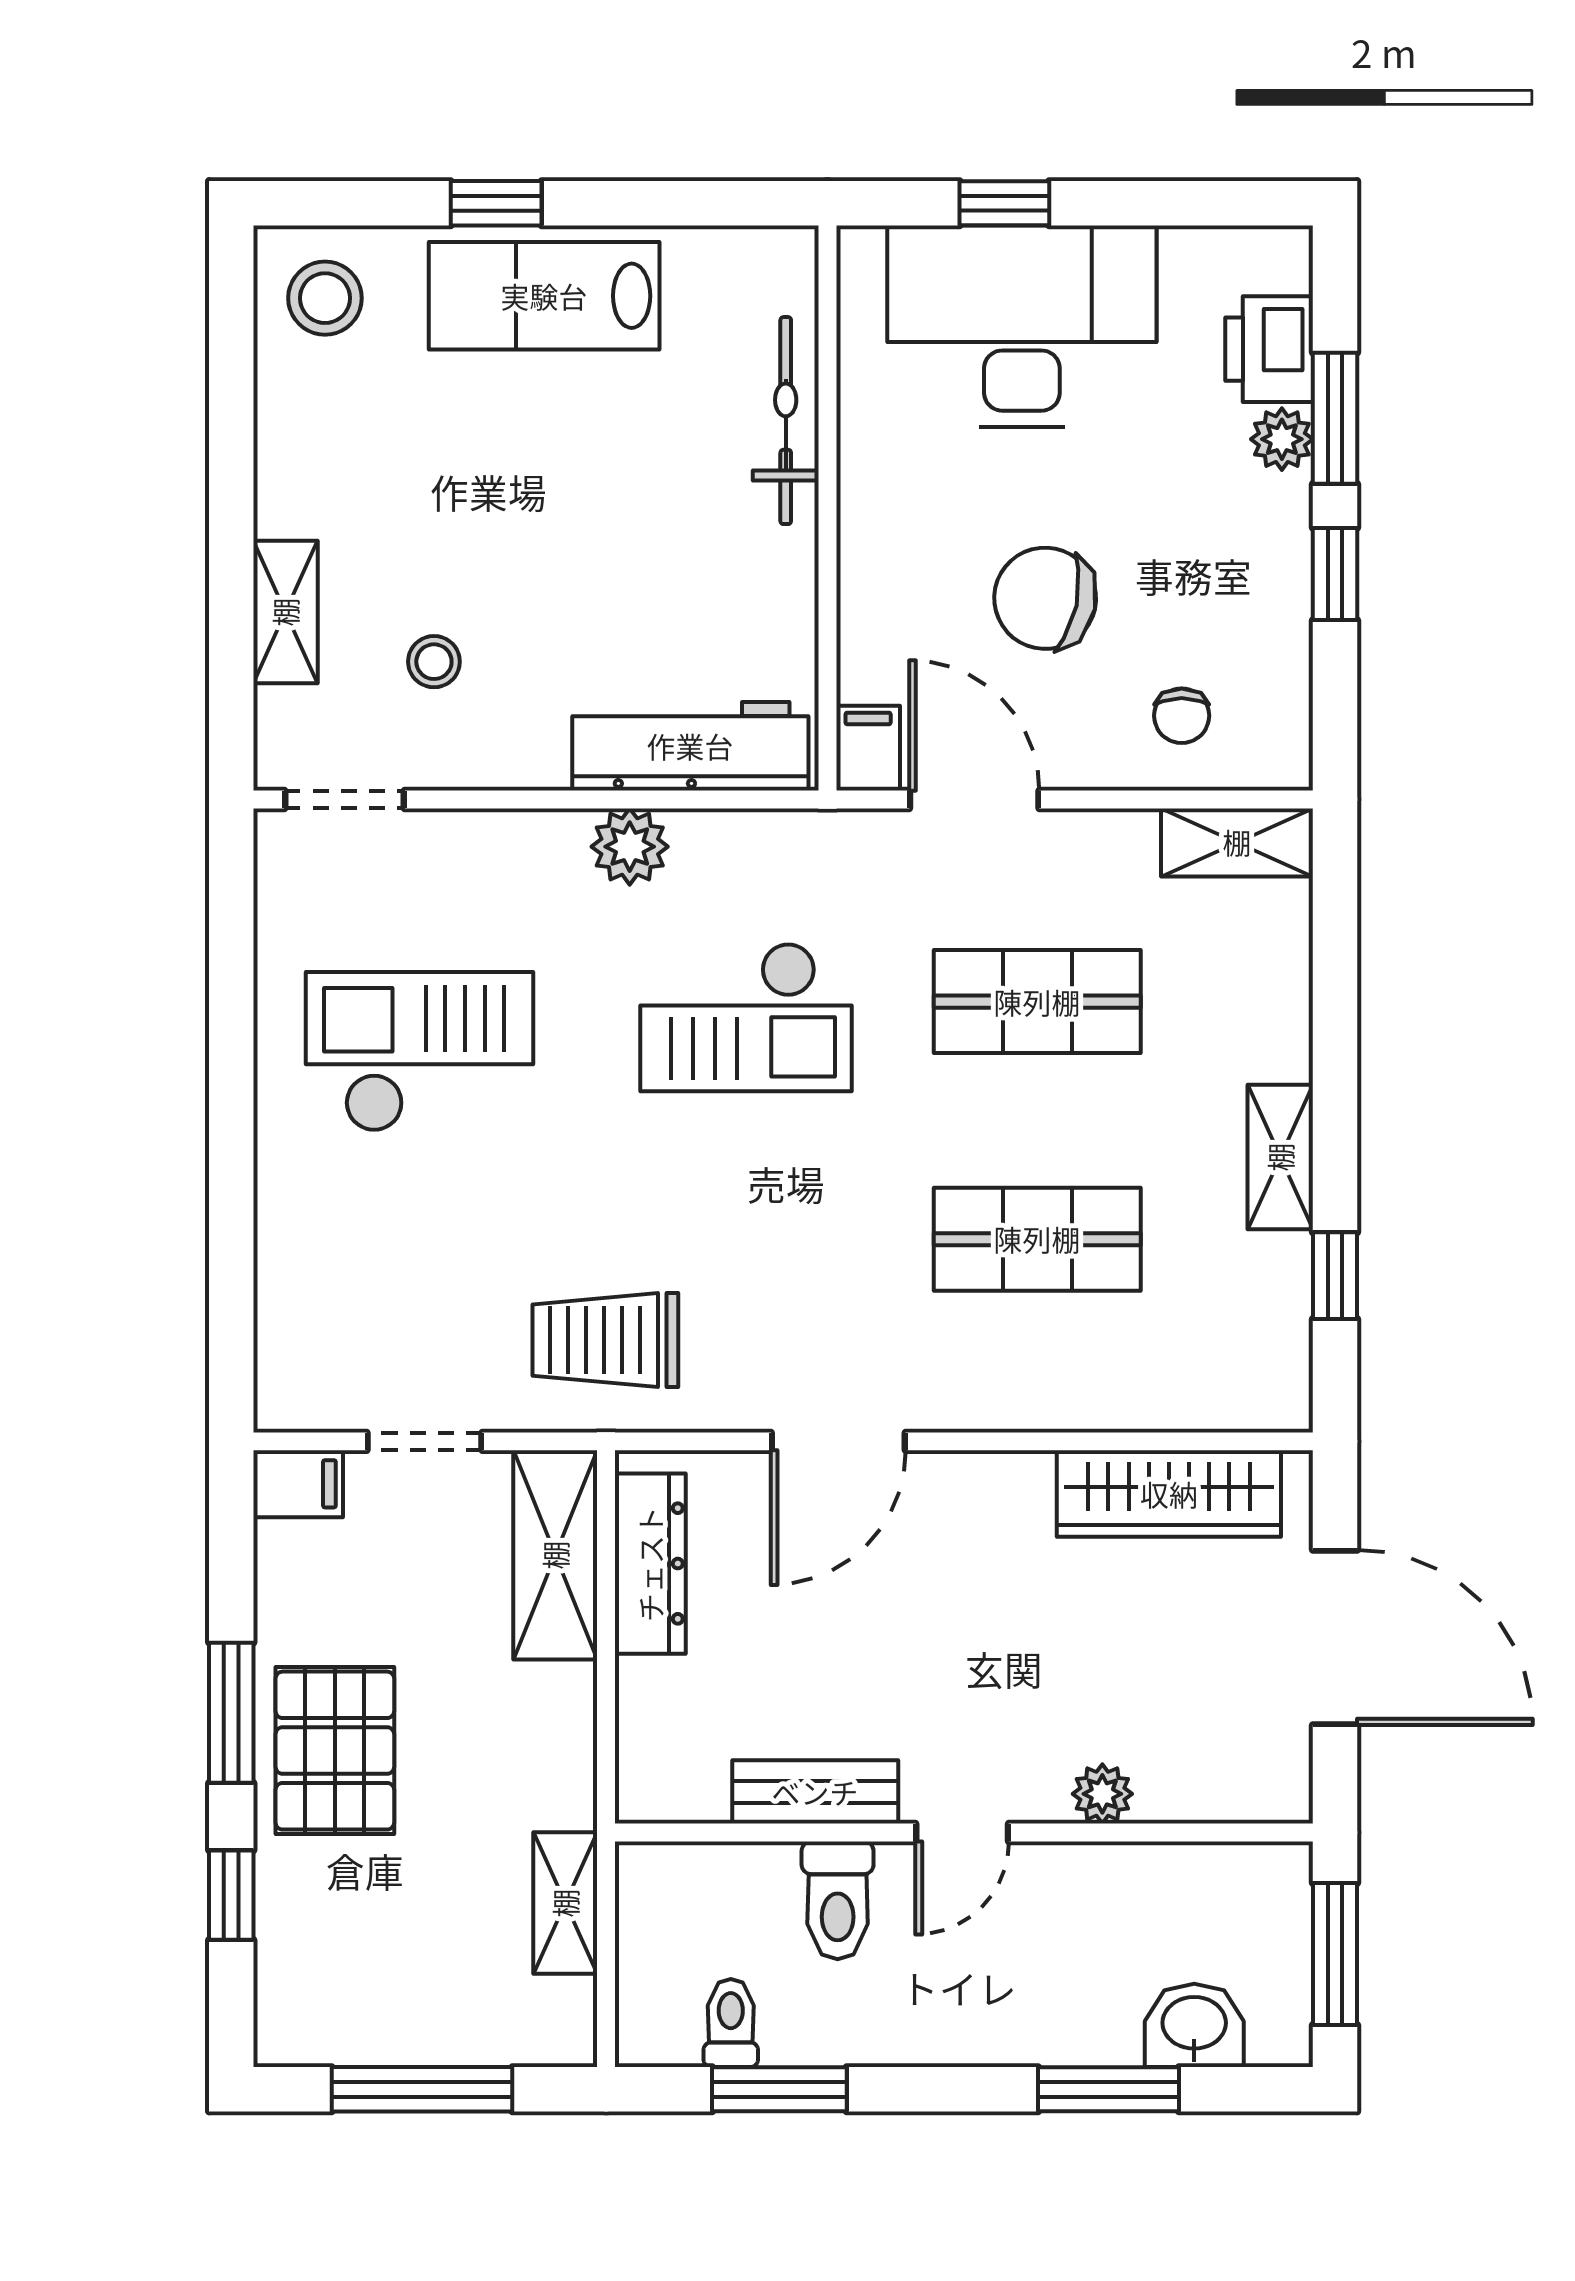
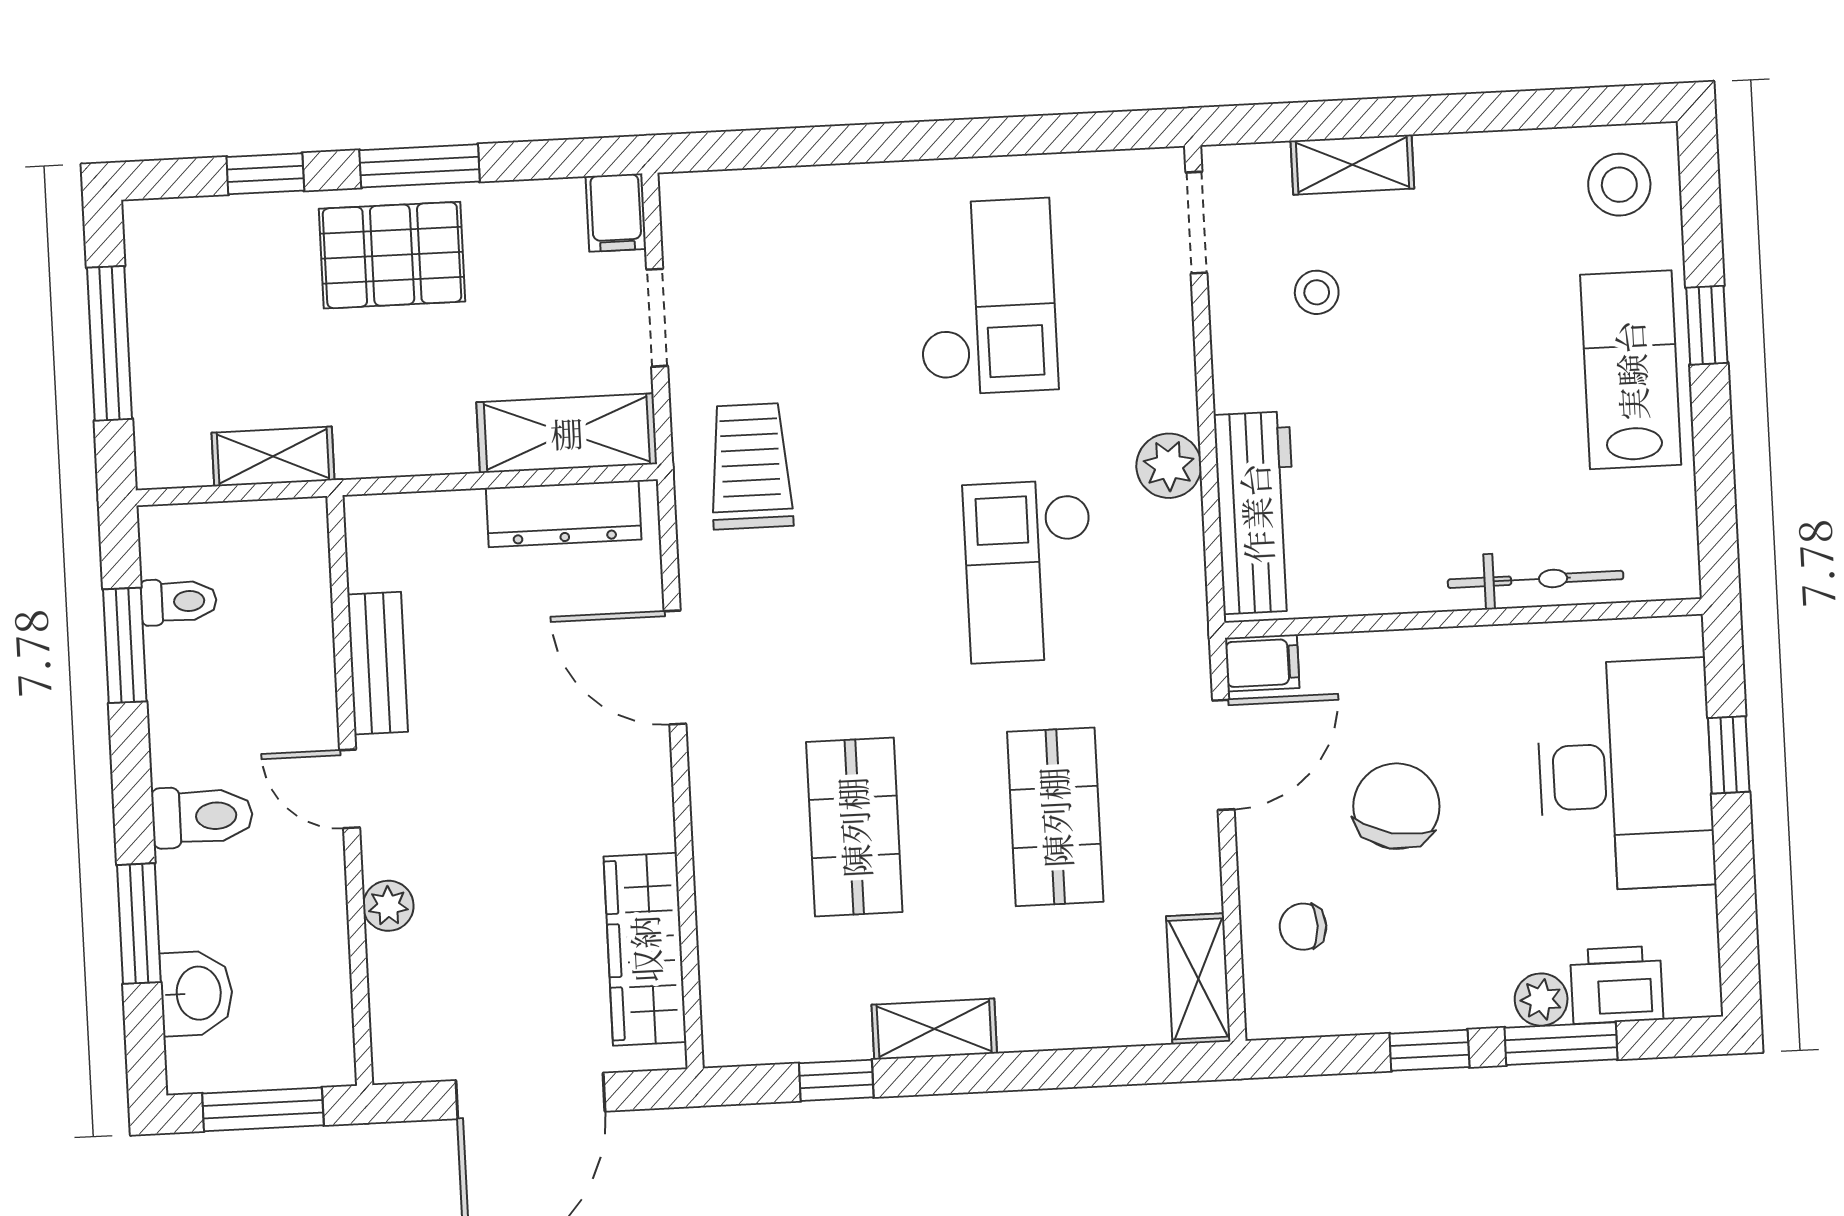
toilet: (838, 1900) -> (202, 816), moved, turned 180

